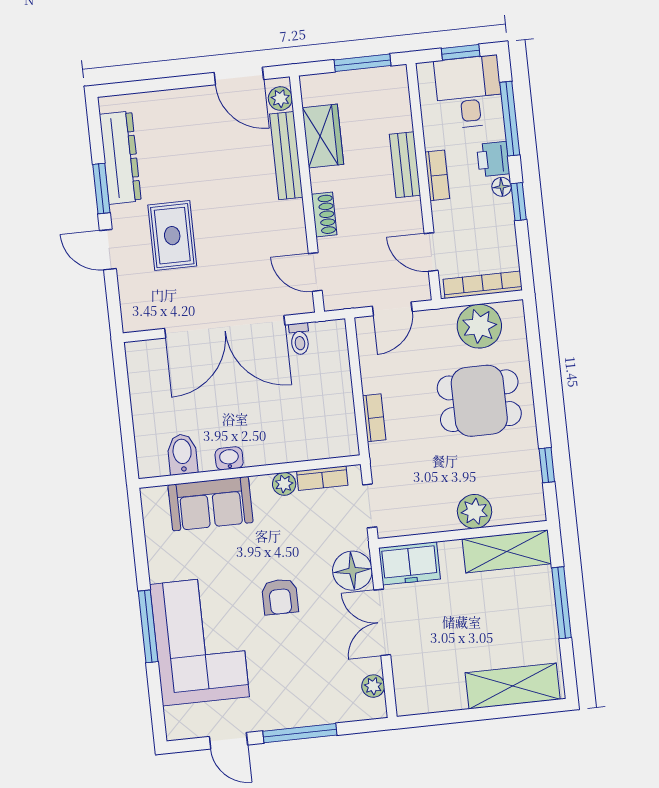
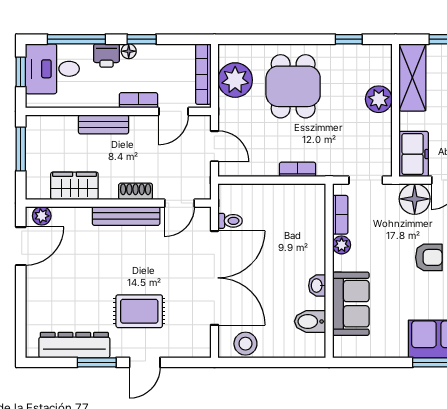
bench: (286, 156) -> (126, 216), moved
bookcase: (437, 175) -> (139, 100), moved
stool: (145, 375) -> (245, 344), added

